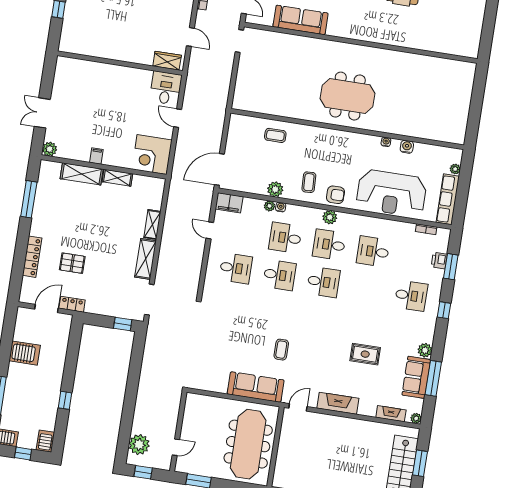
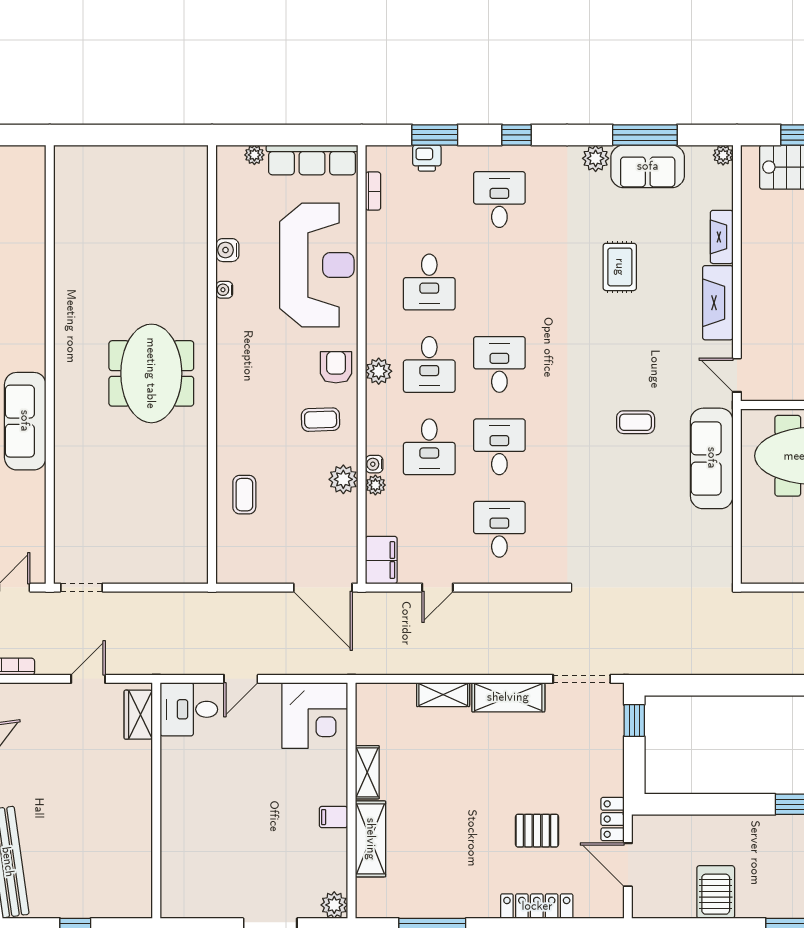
sofa: (301, 20) -> (25, 421), moved
pallet: (72, 263) -> (537, 831), turned 90
fireplace: (391, 414) -> (722, 237), moved

